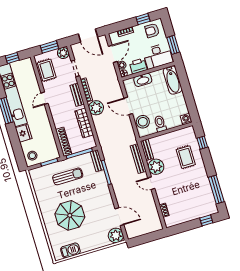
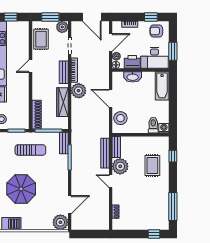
toilet: (160, 124) -> (153, 125), moved
door: (119, 217) -> (70, 205), hinge flipped

